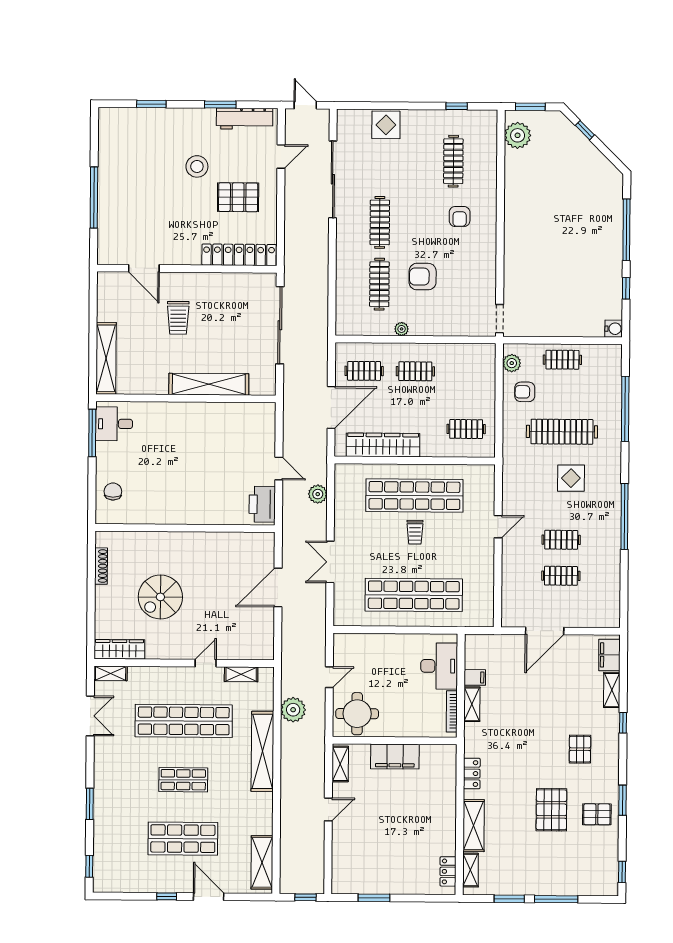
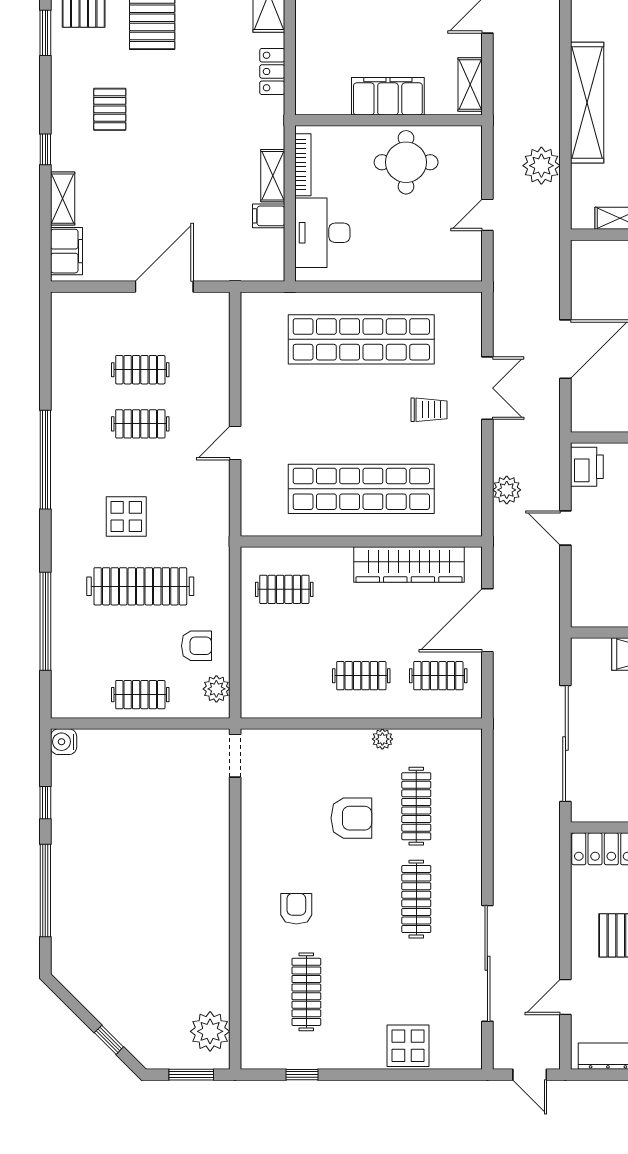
printer: (262, 504) -> (587, 467), width x0.73, depth x0.84
trolley: (415, 532) -> (429, 410), moved, turned 90
round table: (357, 714) -> (406, 162), moved

